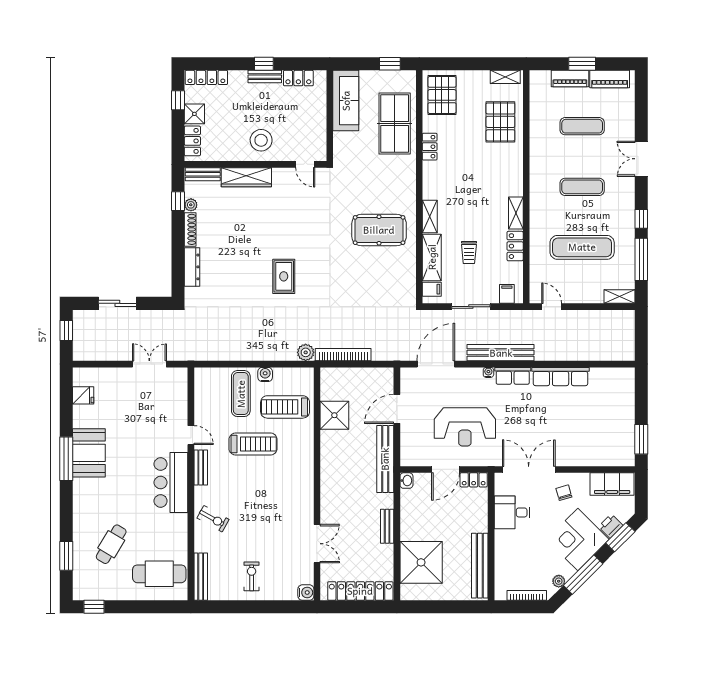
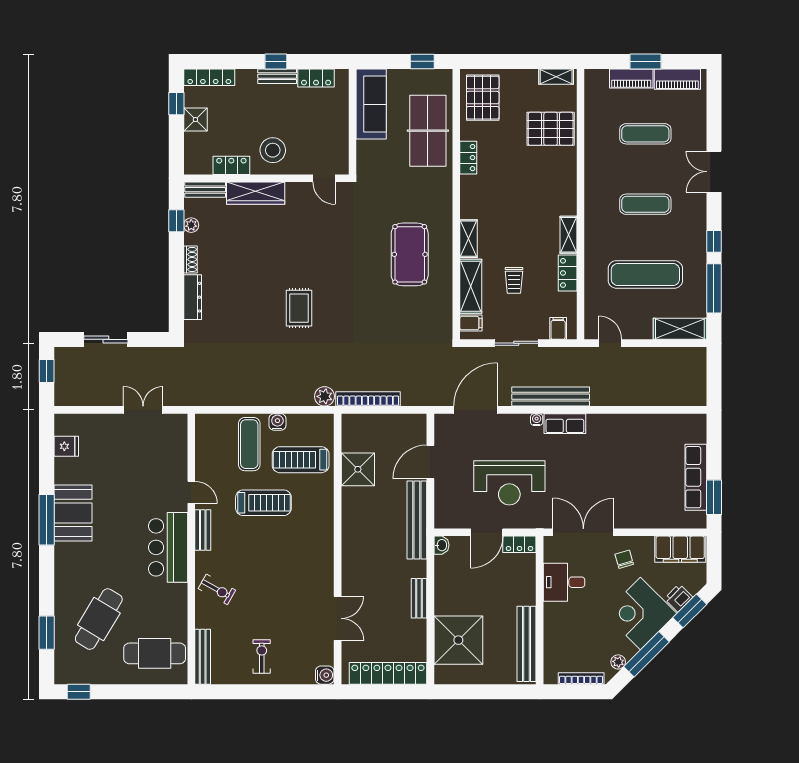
pallet: (500, 122) -> (551, 129), turned 90
locker: (192, 141) -> (231, 165), moved, turned -90
shoe rack: (190, 229) -> (190, 259), width x0.70
pool table: (379, 230) -> (410, 254), turned 90
shelving: (620, 296) -> (680, 329), width x1.50, depth x1.33
row of seats: (561, 377) -> (696, 477), moved, turned 90
cafe table: (111, 544) -> (99, 619), width x1.37, depth x1.35

